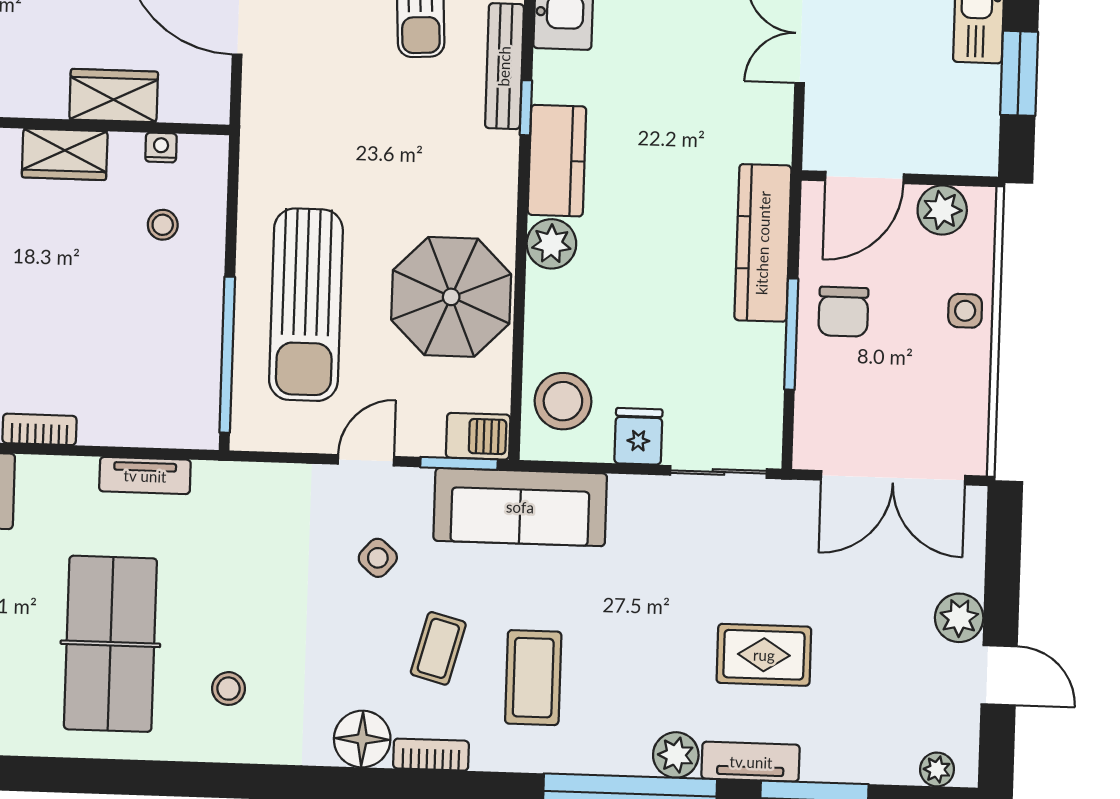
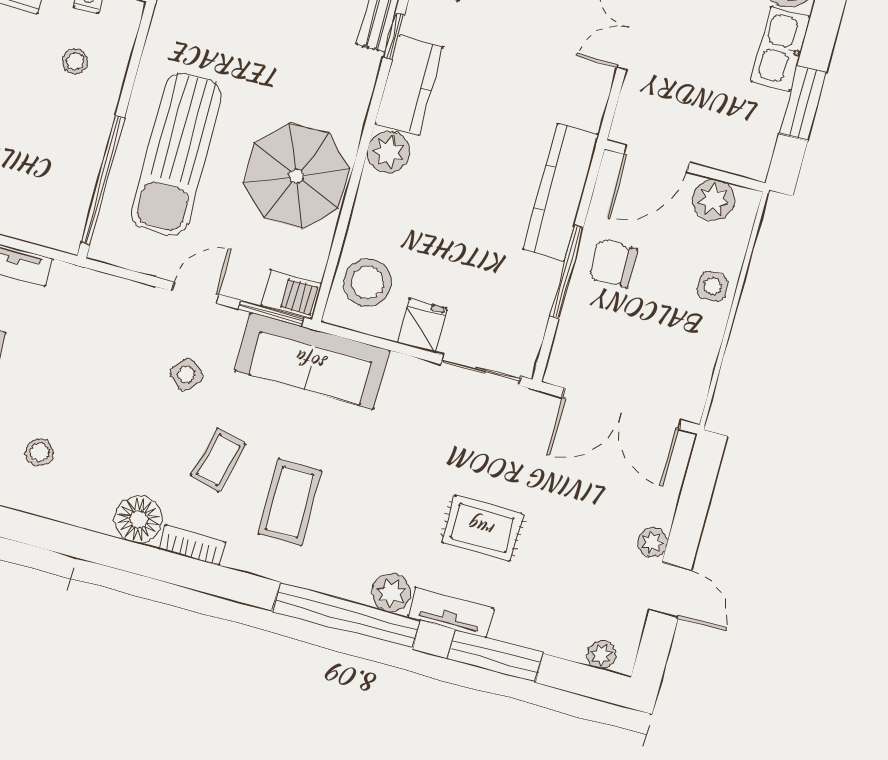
chair: (843, 312) -> (613, 264), turned 90
plant: (959, 618) -> (653, 542), width x0.73, depth x0.73

